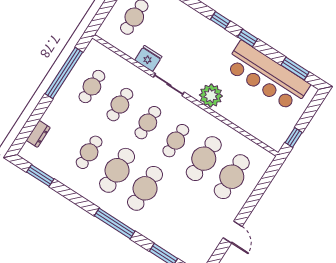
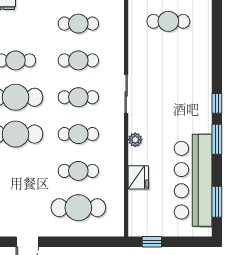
window: (248, 38) -> (217, 139), width x1.50
fridge: (148, 58) -> (138, 177), moved
plant: (211, 96) -> (135, 140), width x0.53, depth x0.53
cafe table: (204, 159) -> (78, 171), width x0.73, depth x0.74

